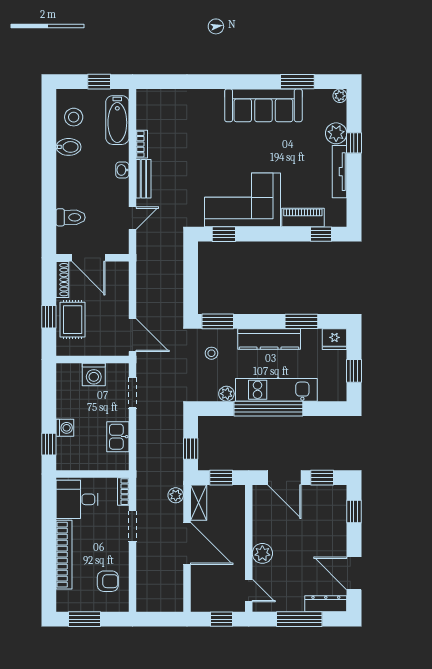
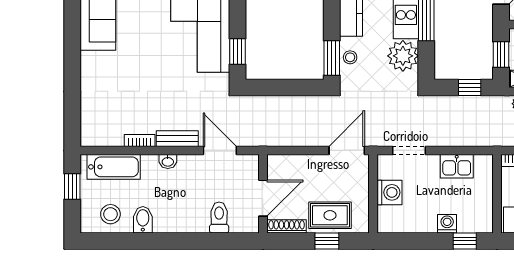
door: (132, 218) -> (220, 150), width x1.38
stool: (211, 353) -> (350, 57), moved
plant: (226, 394) -> (403, 56), width x1.88, depth x1.88

